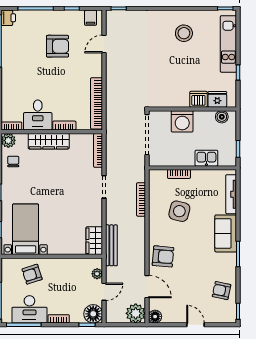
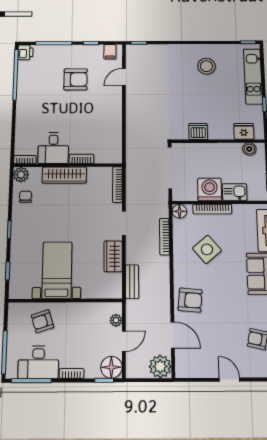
dishwasher: (198, 99) -> (198, 131), moved
bookcase: (97, 103) -> (116, 136), removed
washing machine: (182, 121) -> (210, 189), moved, turned 180
bookcase: (179, 174) -> (212, 209), width x1.56
side table: (179, 211) -> (207, 249), turned 36
bed with nightstands: (26, 229) -> (57, 270), moved
wardrobe: (94, 241) -> (113, 256), moved
bench: (111, 245) -> (132, 282), width x0.73
floor lamp: (155, 317) -> (179, 211), moved

